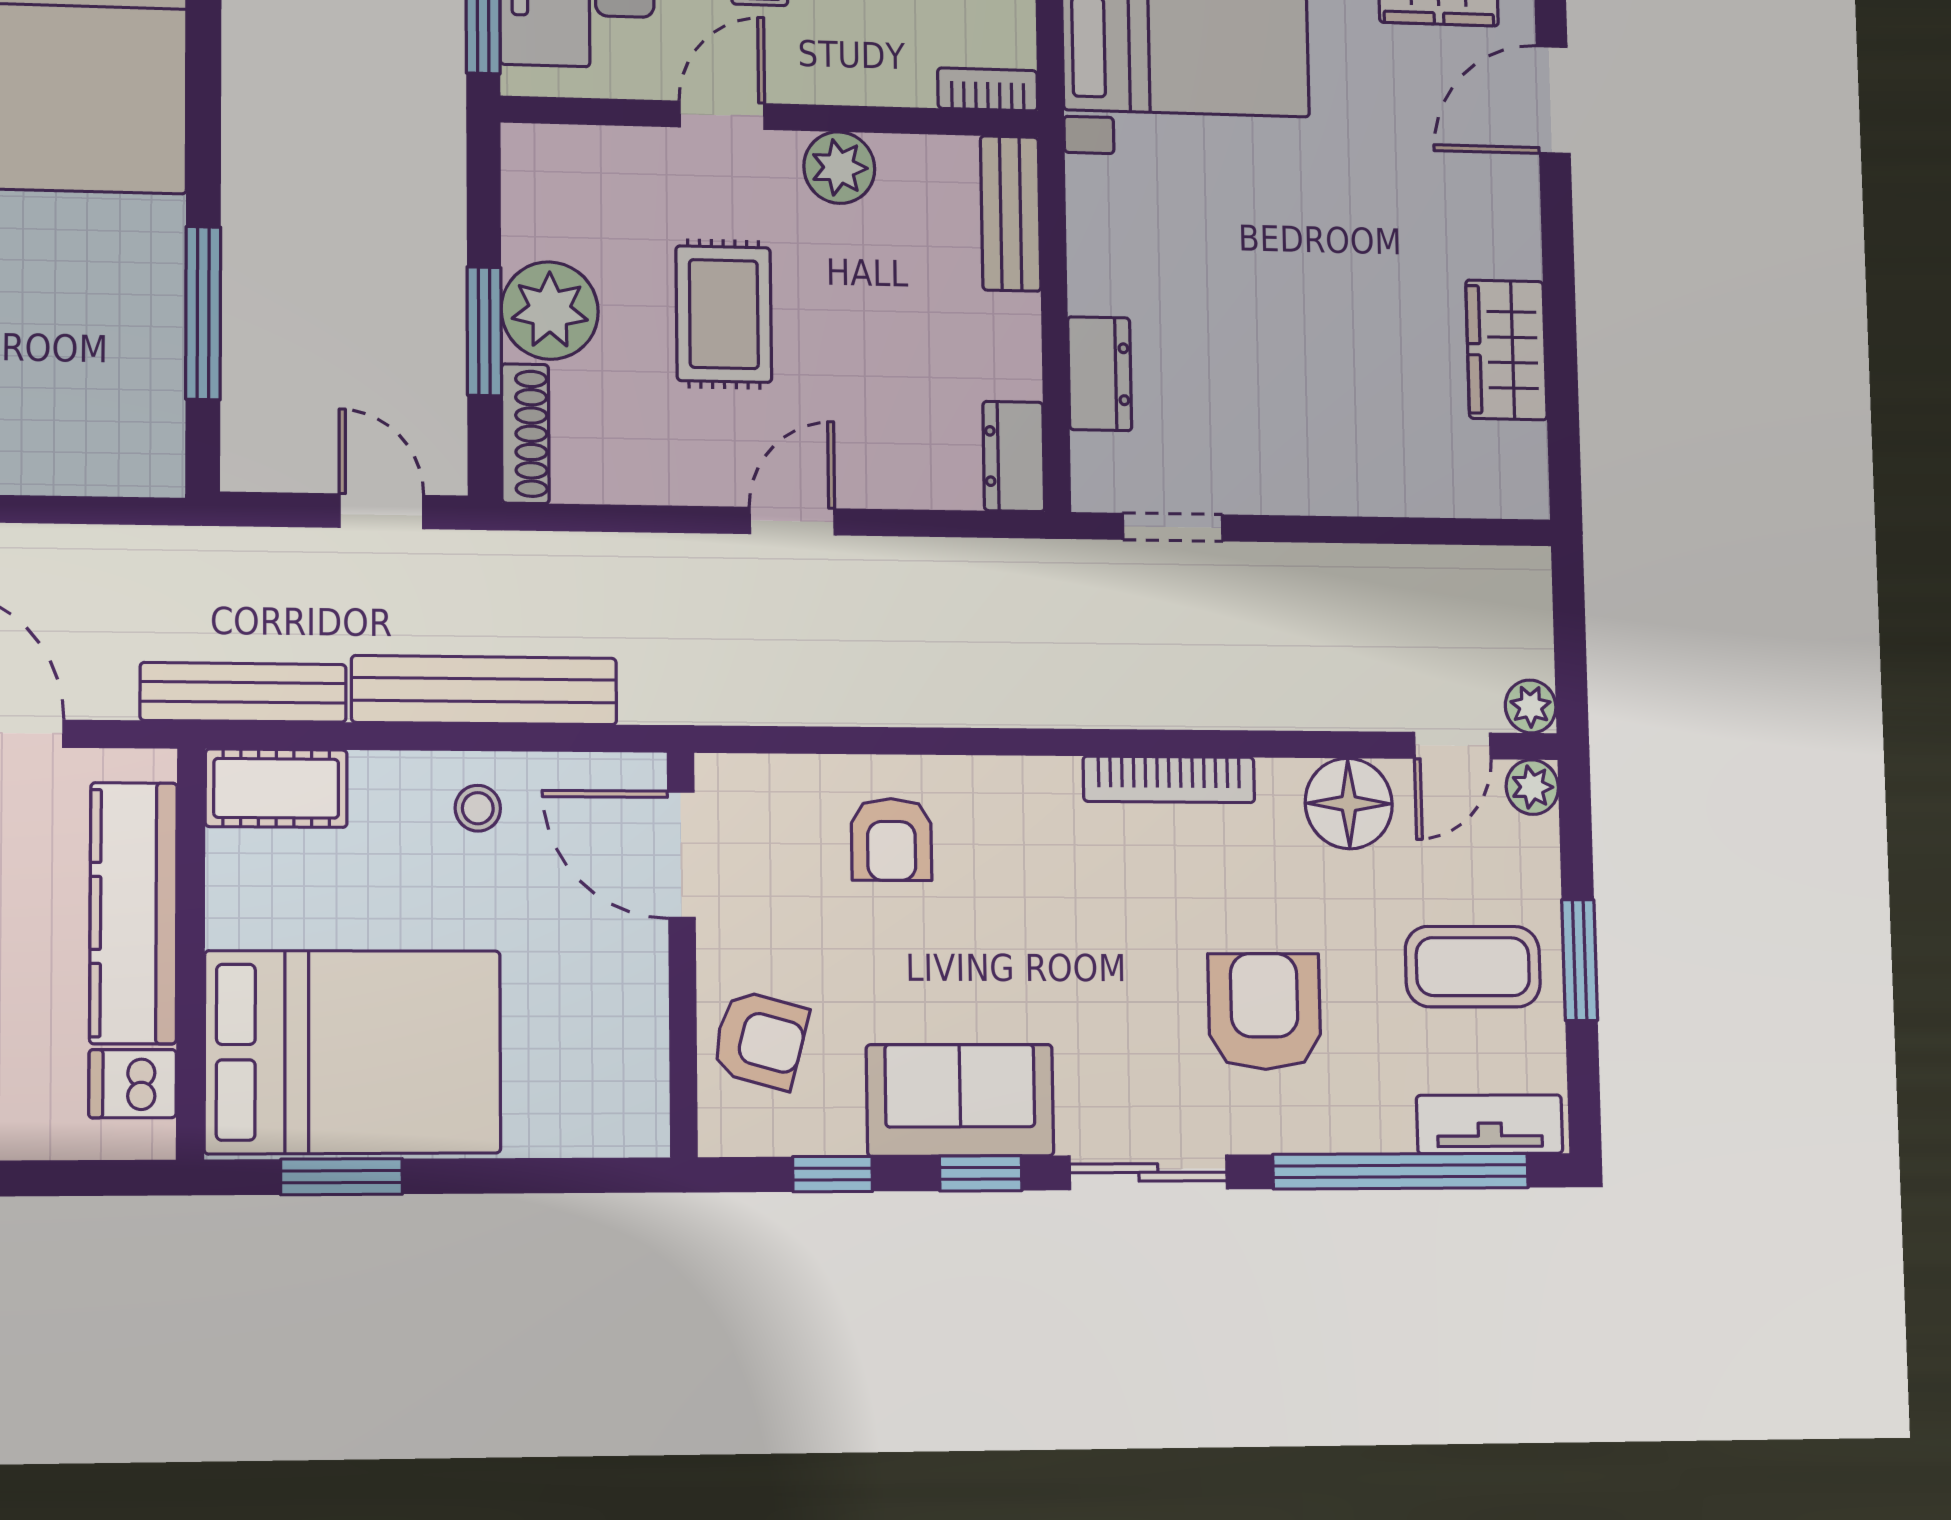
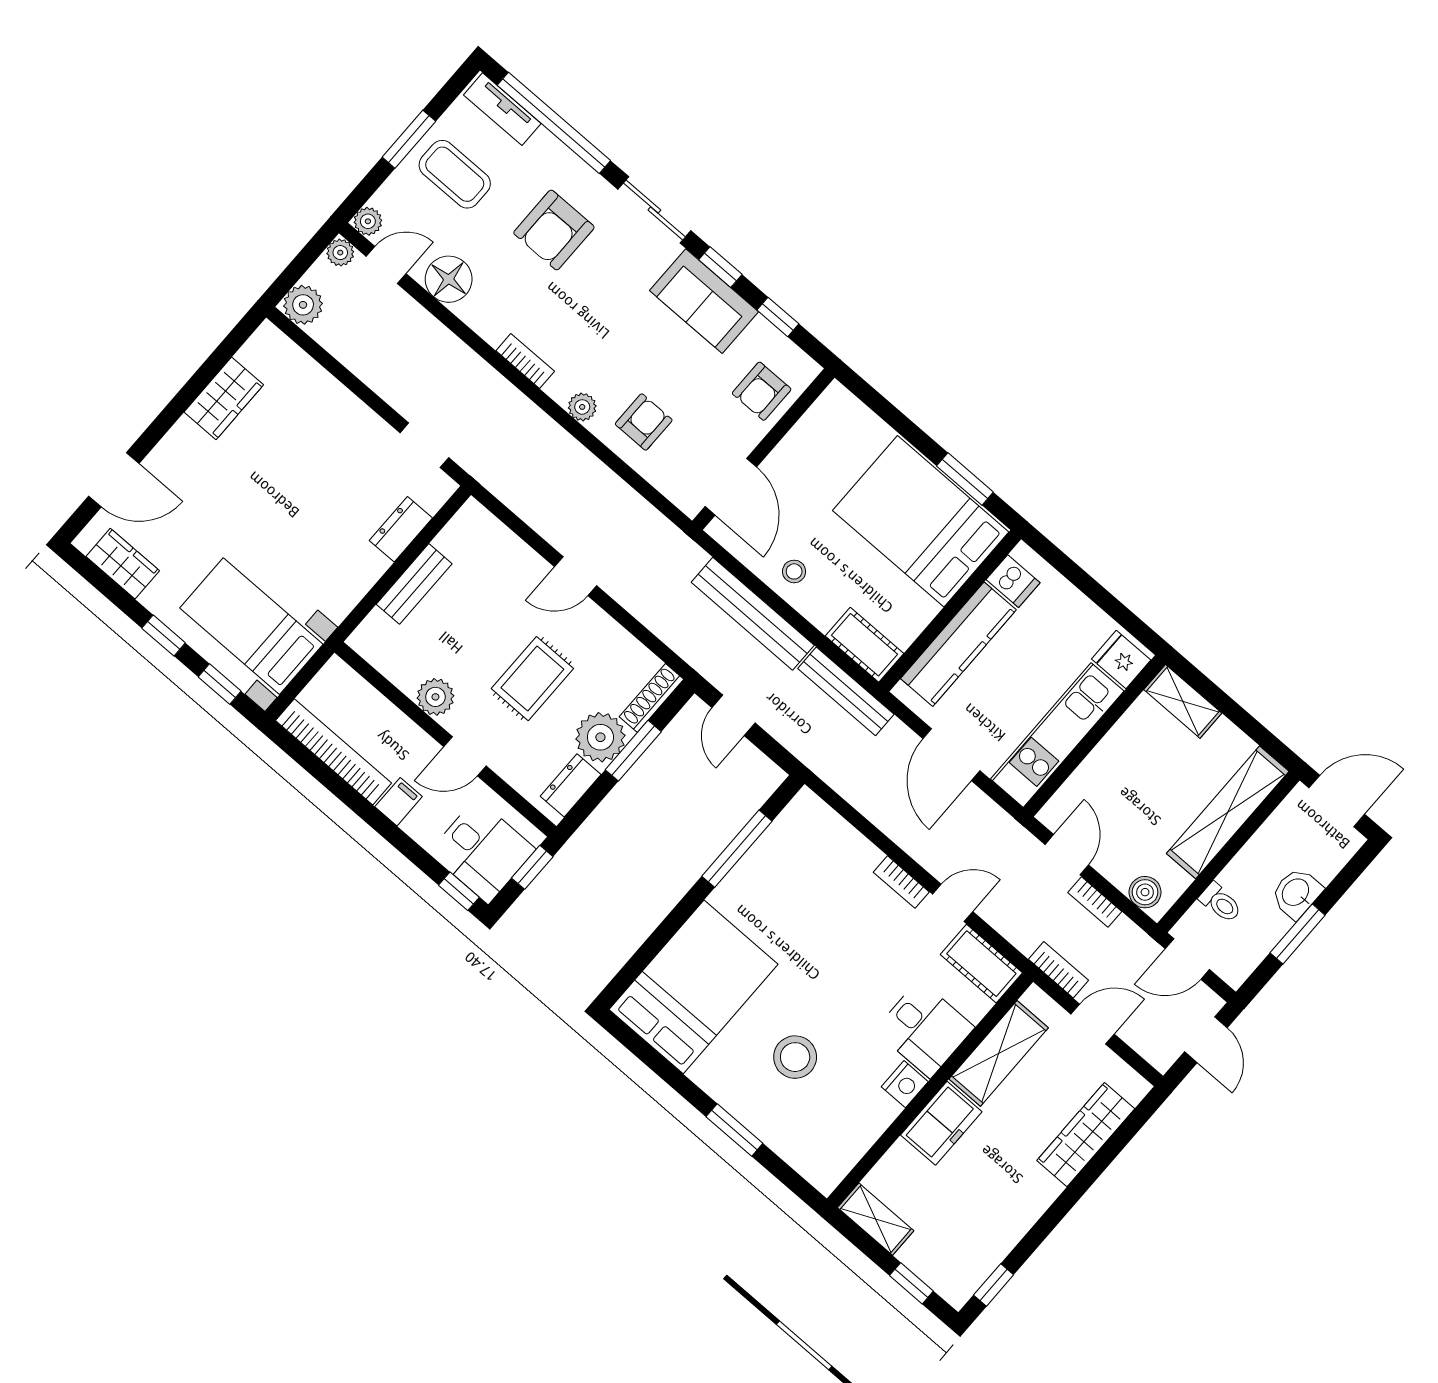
bookcase: (988, 89) -> (347, 678), removed
bench: (1011, 214) -> (414, 584), moved
dresser: (1014, 456) -> (571, 785), moved, turned 180
plant: (1516, 584) -> (303, 305), added
bookcase: (1169, 779) -> (525, 361), width x0.64
plant: (999, 783) -> (582, 407), added
armchair: (760, 1040) -> (762, 391), turned -105

